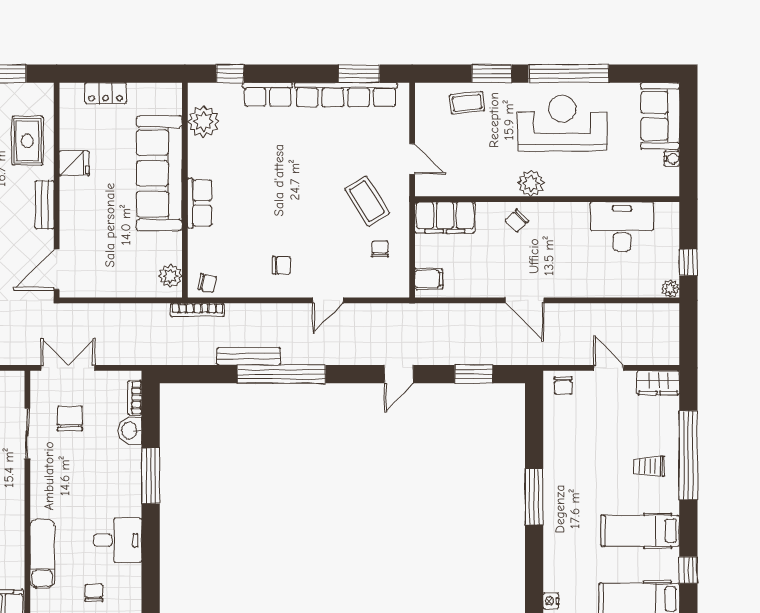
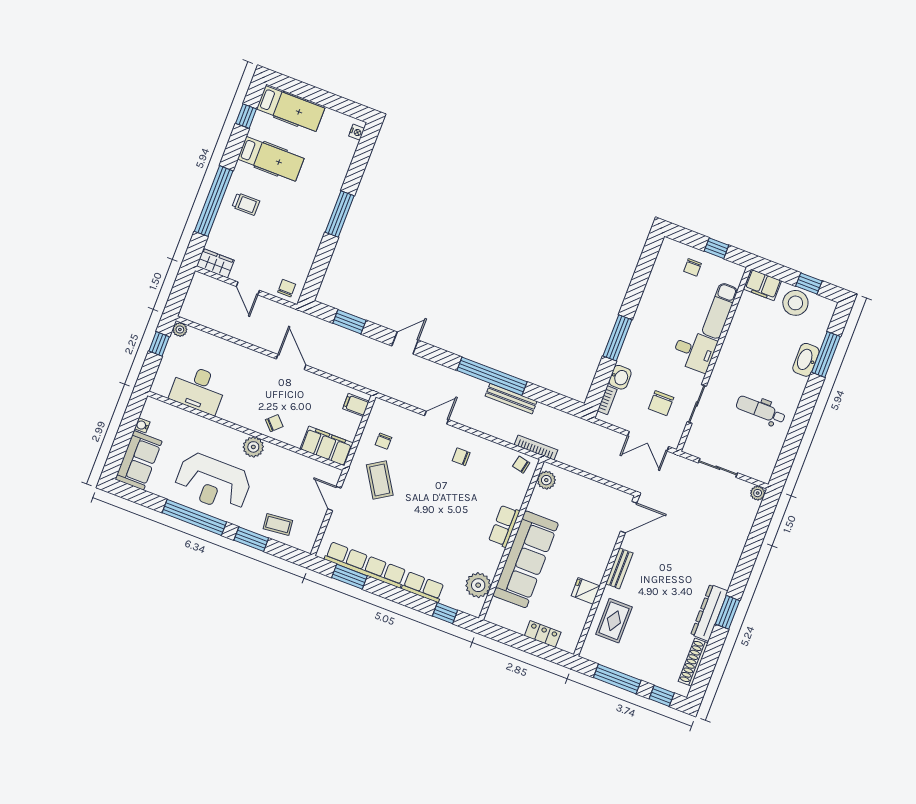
desk: (118, 540) -> (694, 351), moved, turned 180

